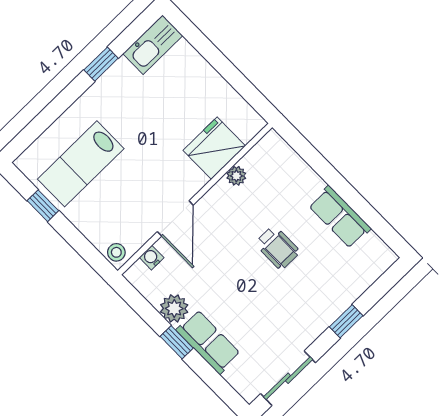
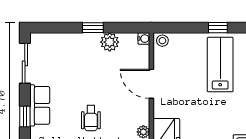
wheelchair: (277, 248) -> (91, 118), turned -90
water cooler: (152, 258) -> (144, 39), moved
row of seats: (208, 342) -> (40, 105), moved, turned -90

